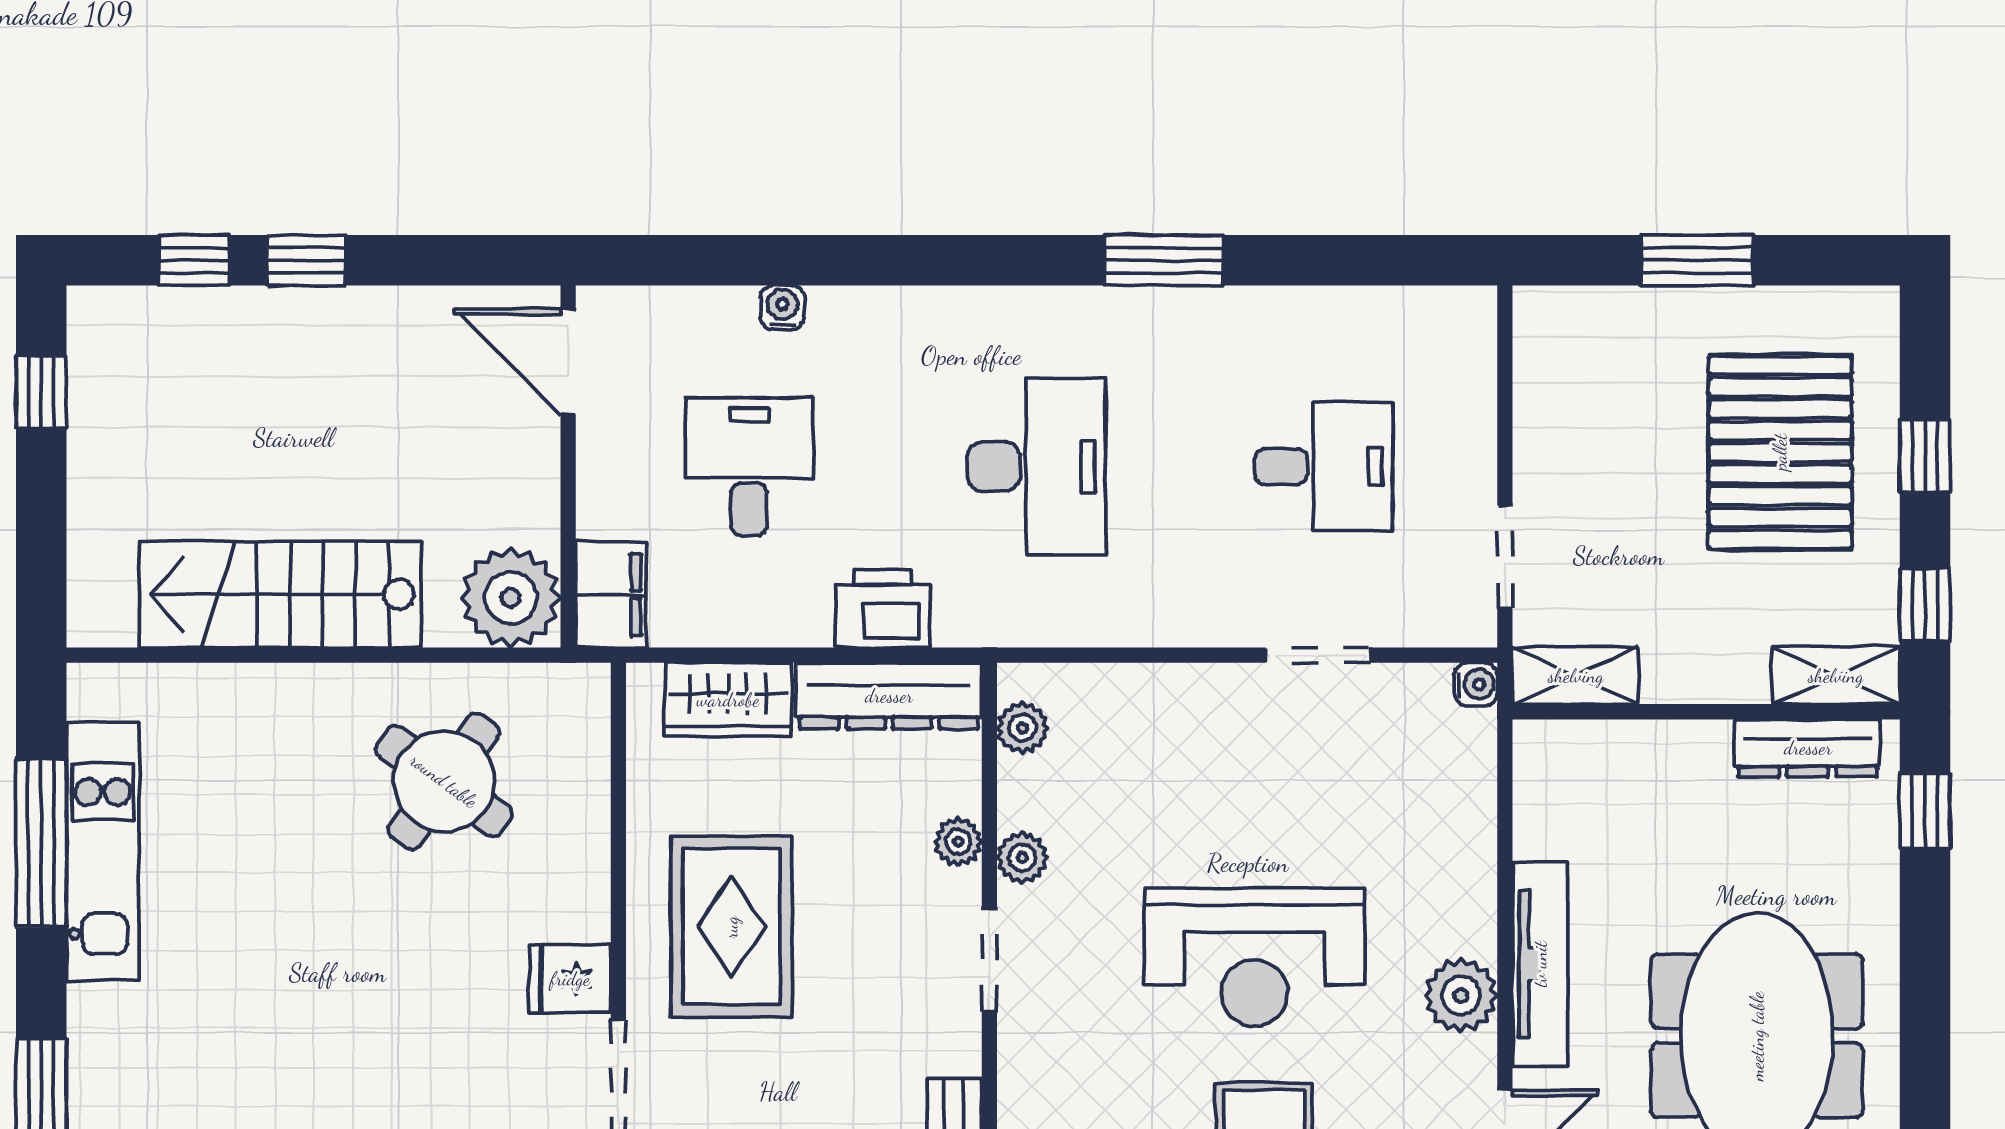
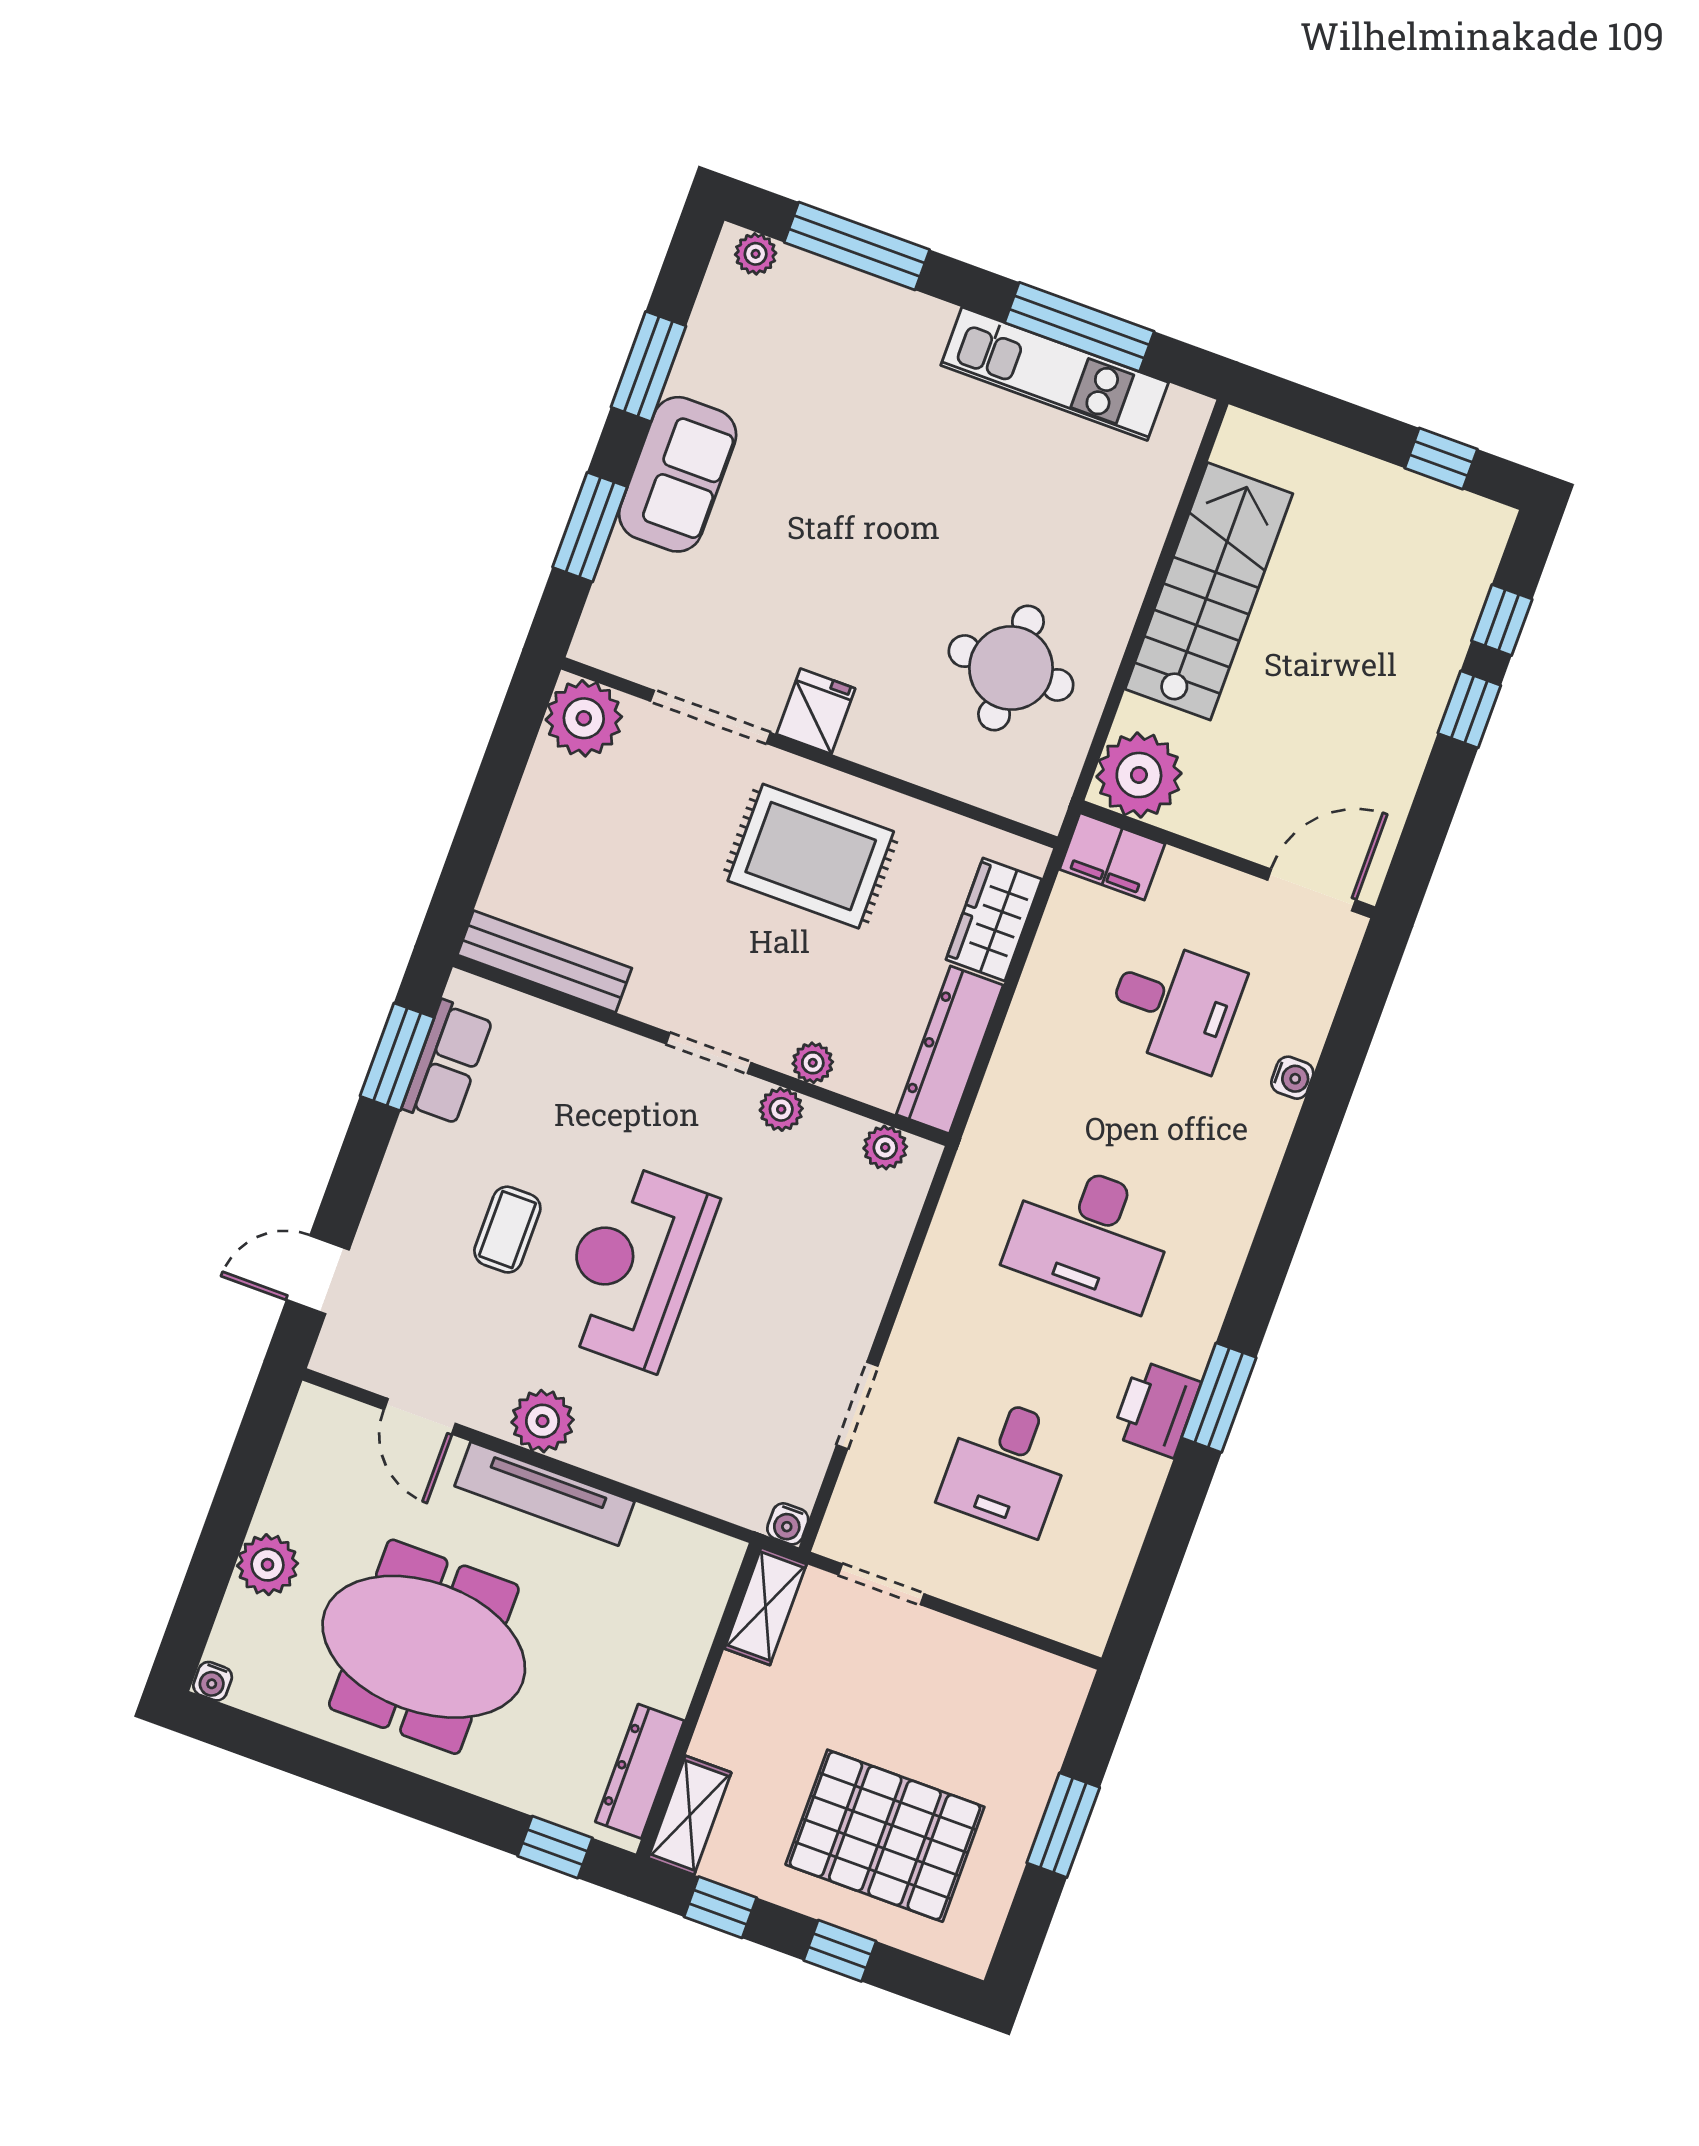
printer: (883, 608) -> (1156, 1409), moved, turned 180
round table: (444, 781) -> (1011, 668), turned -36

